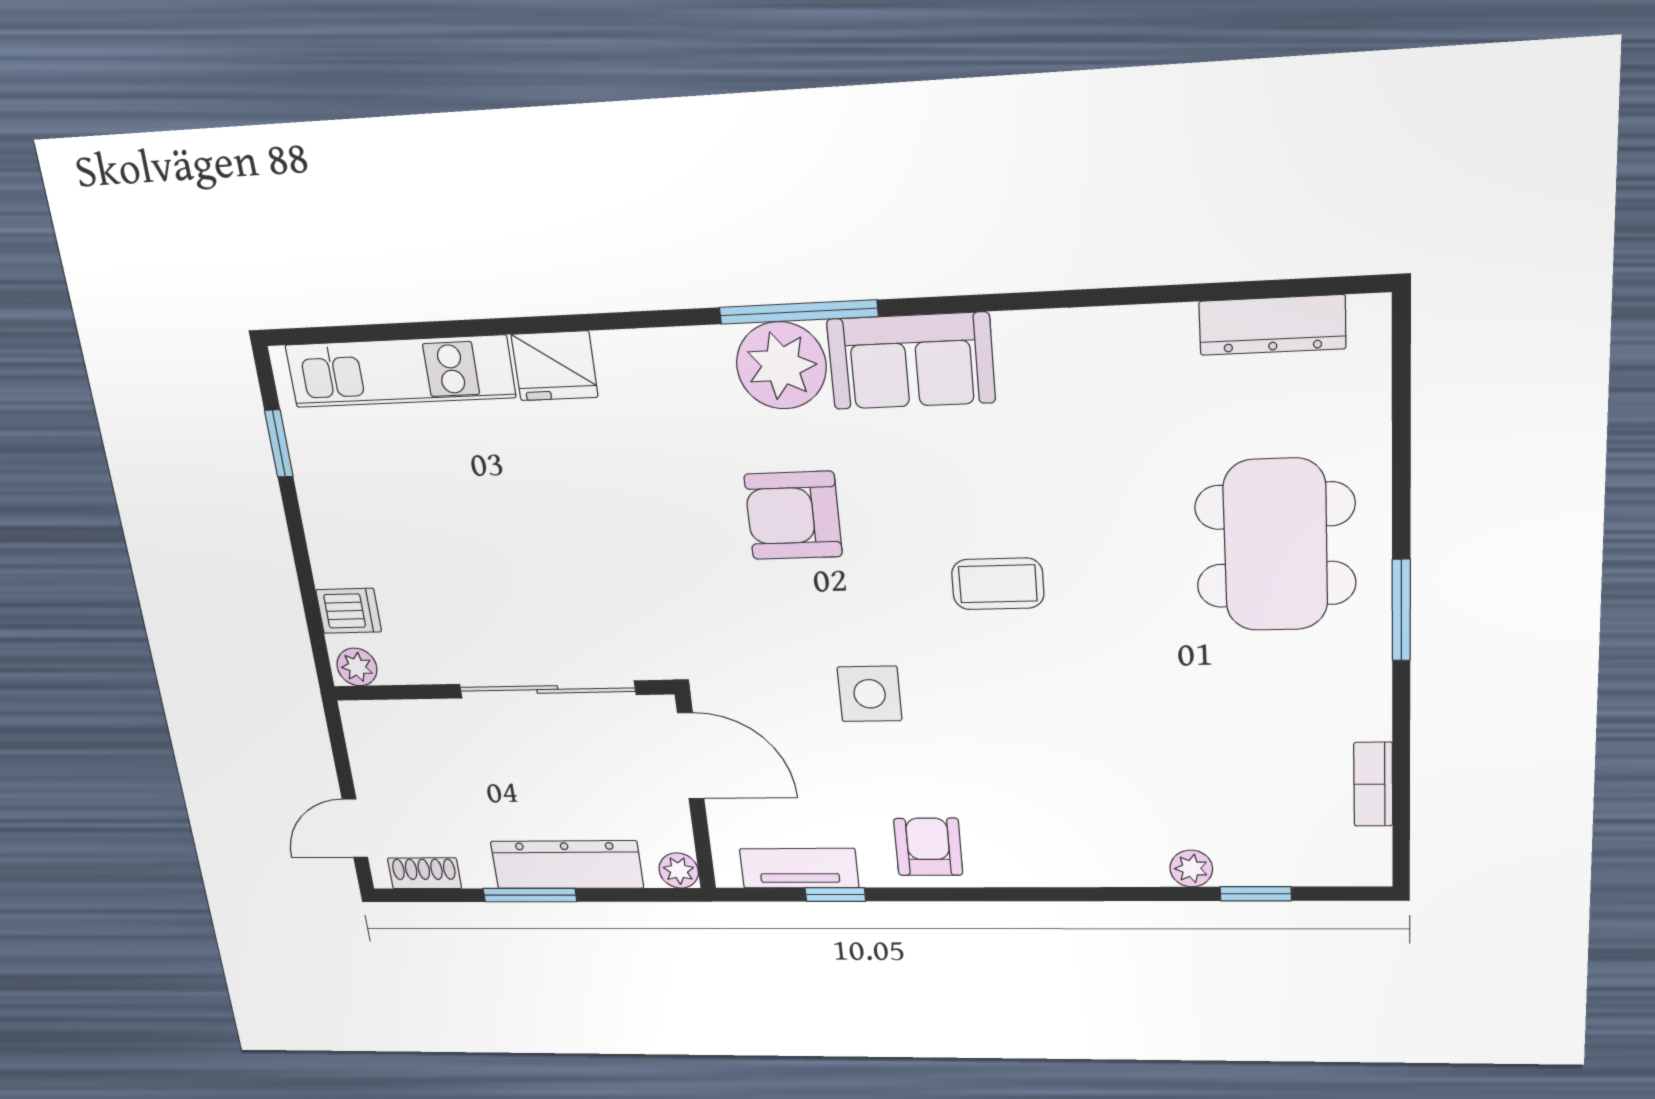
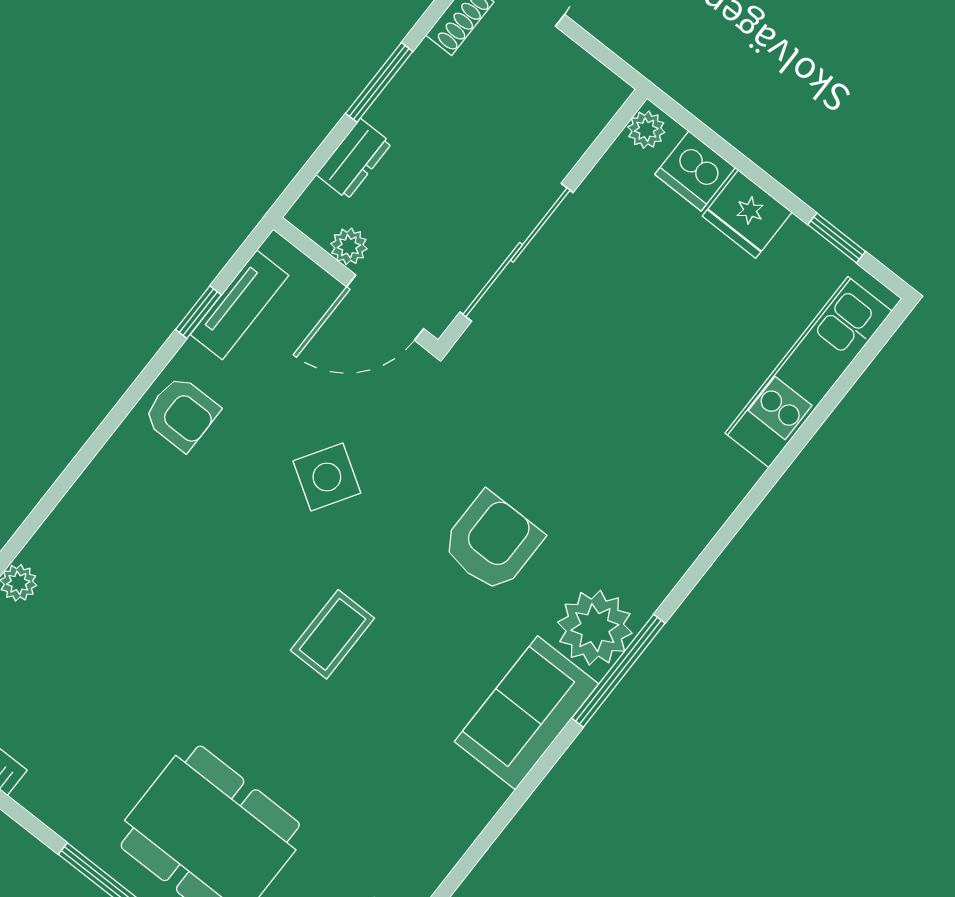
fridge: (555, 366) -> (747, 214), moved, turned -90
dishwasher: (349, 611) -> (695, 171), width x1.38
side table: (870, 694) -> (327, 477), turned 32
dresser: (567, 865) -> (354, 159), width x0.51, depth x0.80
plant: (679, 871) -> (349, 246), moved

